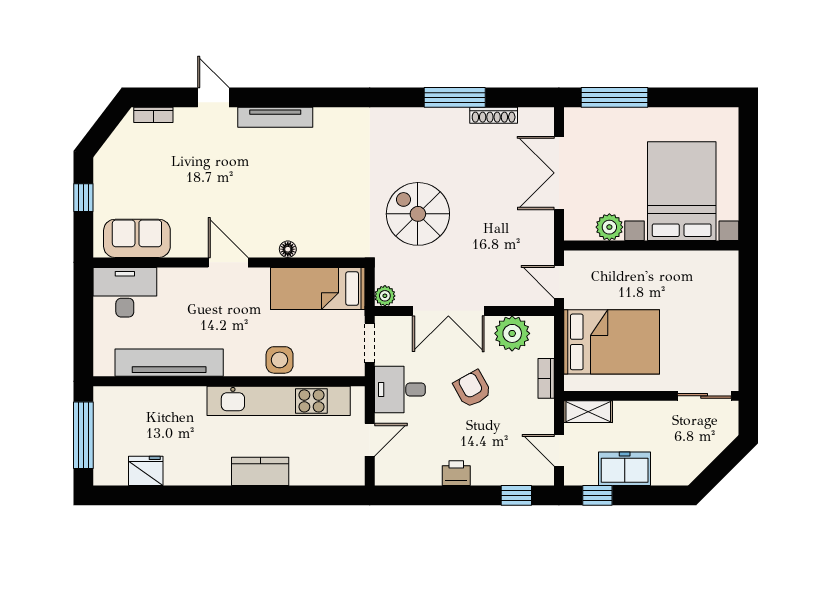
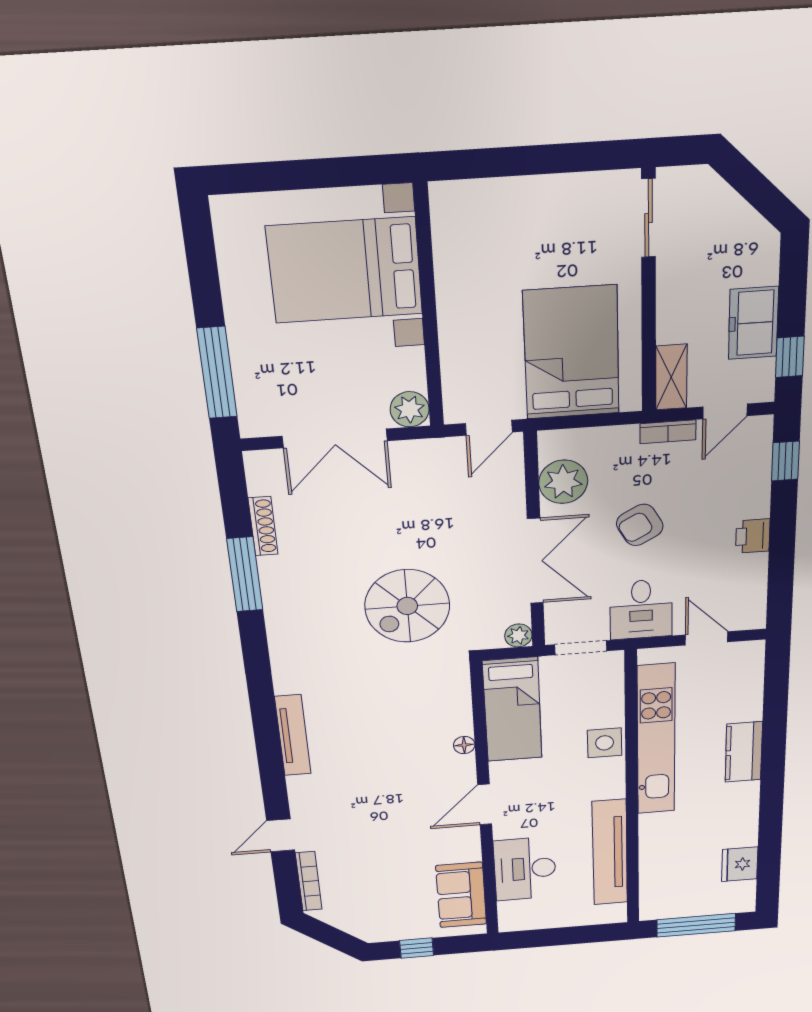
bookcase: (153, 115) -> (309, 881), width x1.56
tv unit: (275, 117) -> (293, 735), moved
plant: (609, 227) -> (410, 409), moved
desk: (125, 292) -> (525, 869), moved
bookcase: (546, 378) -> (668, 432), moved

